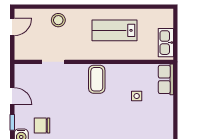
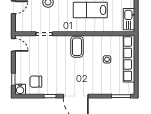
row of seats: (166, 79) -> (129, 59), width x2.02
door: (12, 96) -> (13, 45), moved

